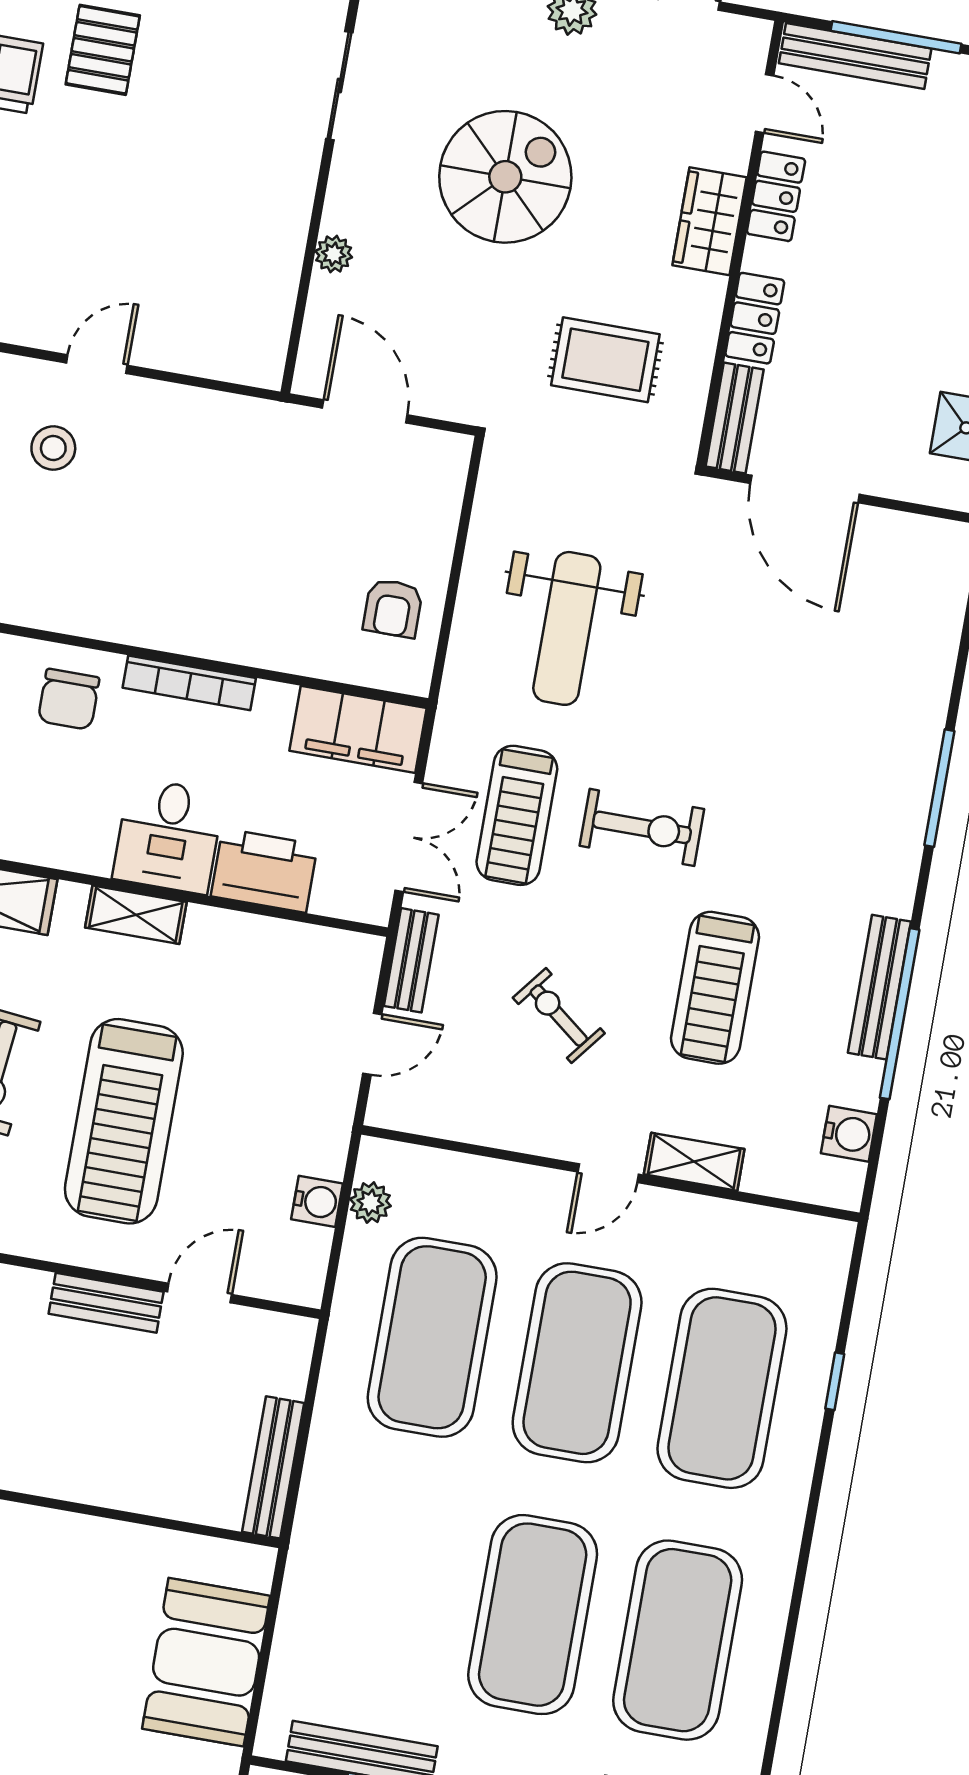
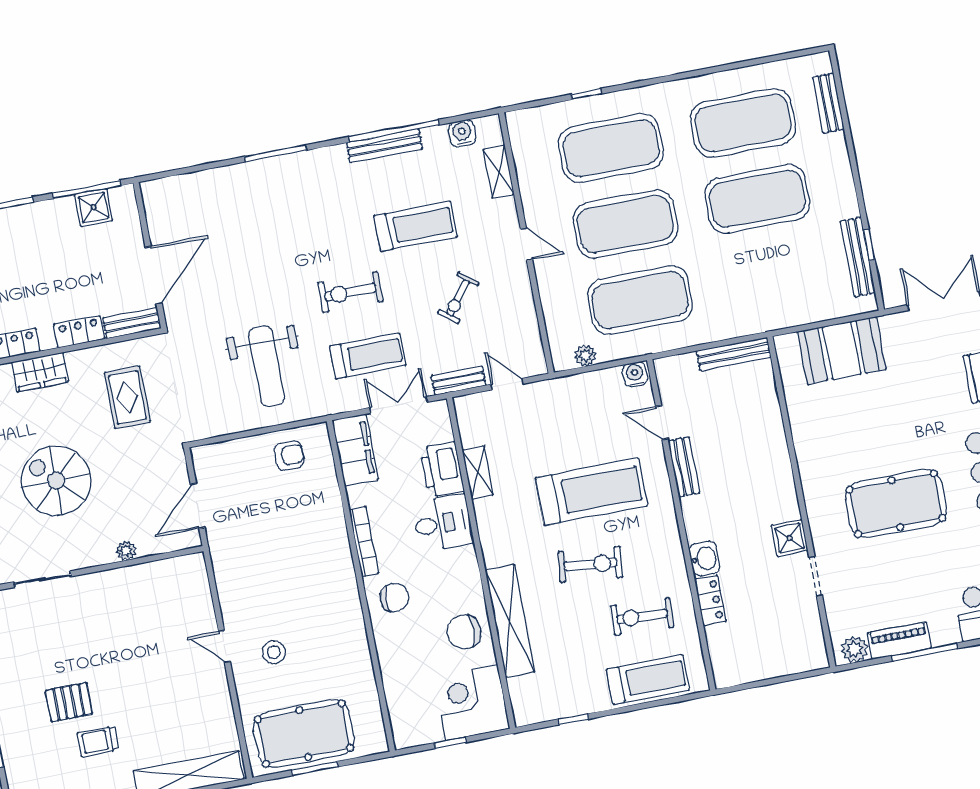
weight bench: (567, 628) -> (267, 366), turned 90
exercise bike: (642, 827) -> (350, 292), turned -90
shelving: (136, 915) -> (478, 473), moved
shelving: (694, 1162) -> (499, 172), moved
water cooler: (317, 1201) -> (635, 374), moved

